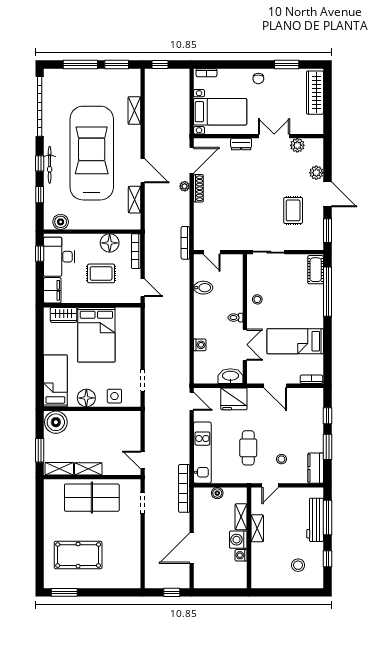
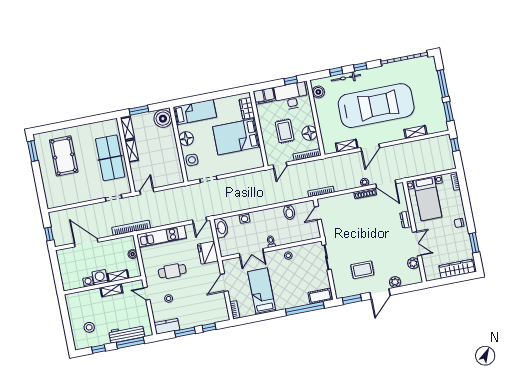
bicycle: (50, 165) -> (346, 78), moved
washbasin: (230, 376) -> (221, 228), moved

